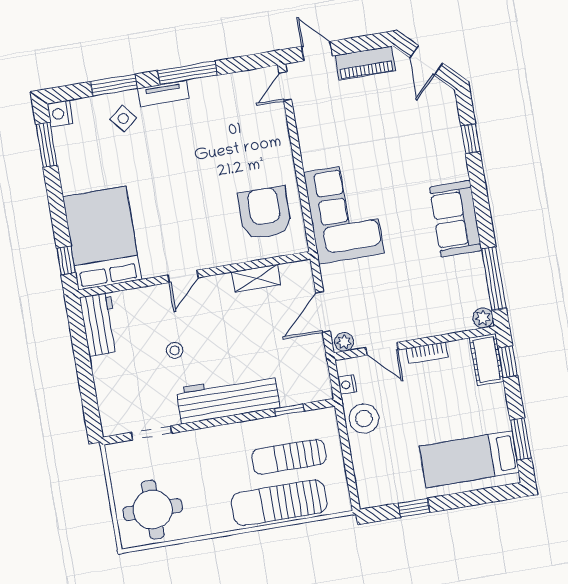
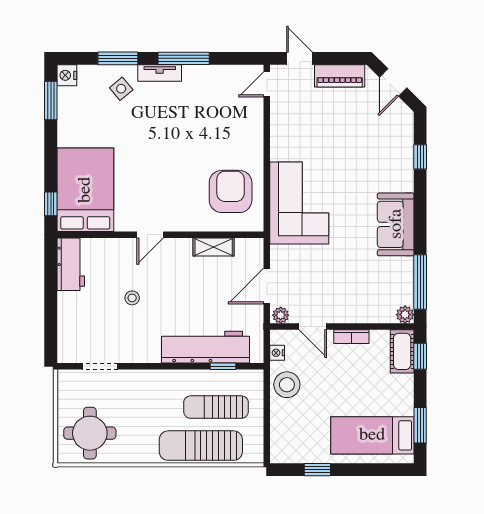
workbench: (228, 398) -> (205, 347), moved

